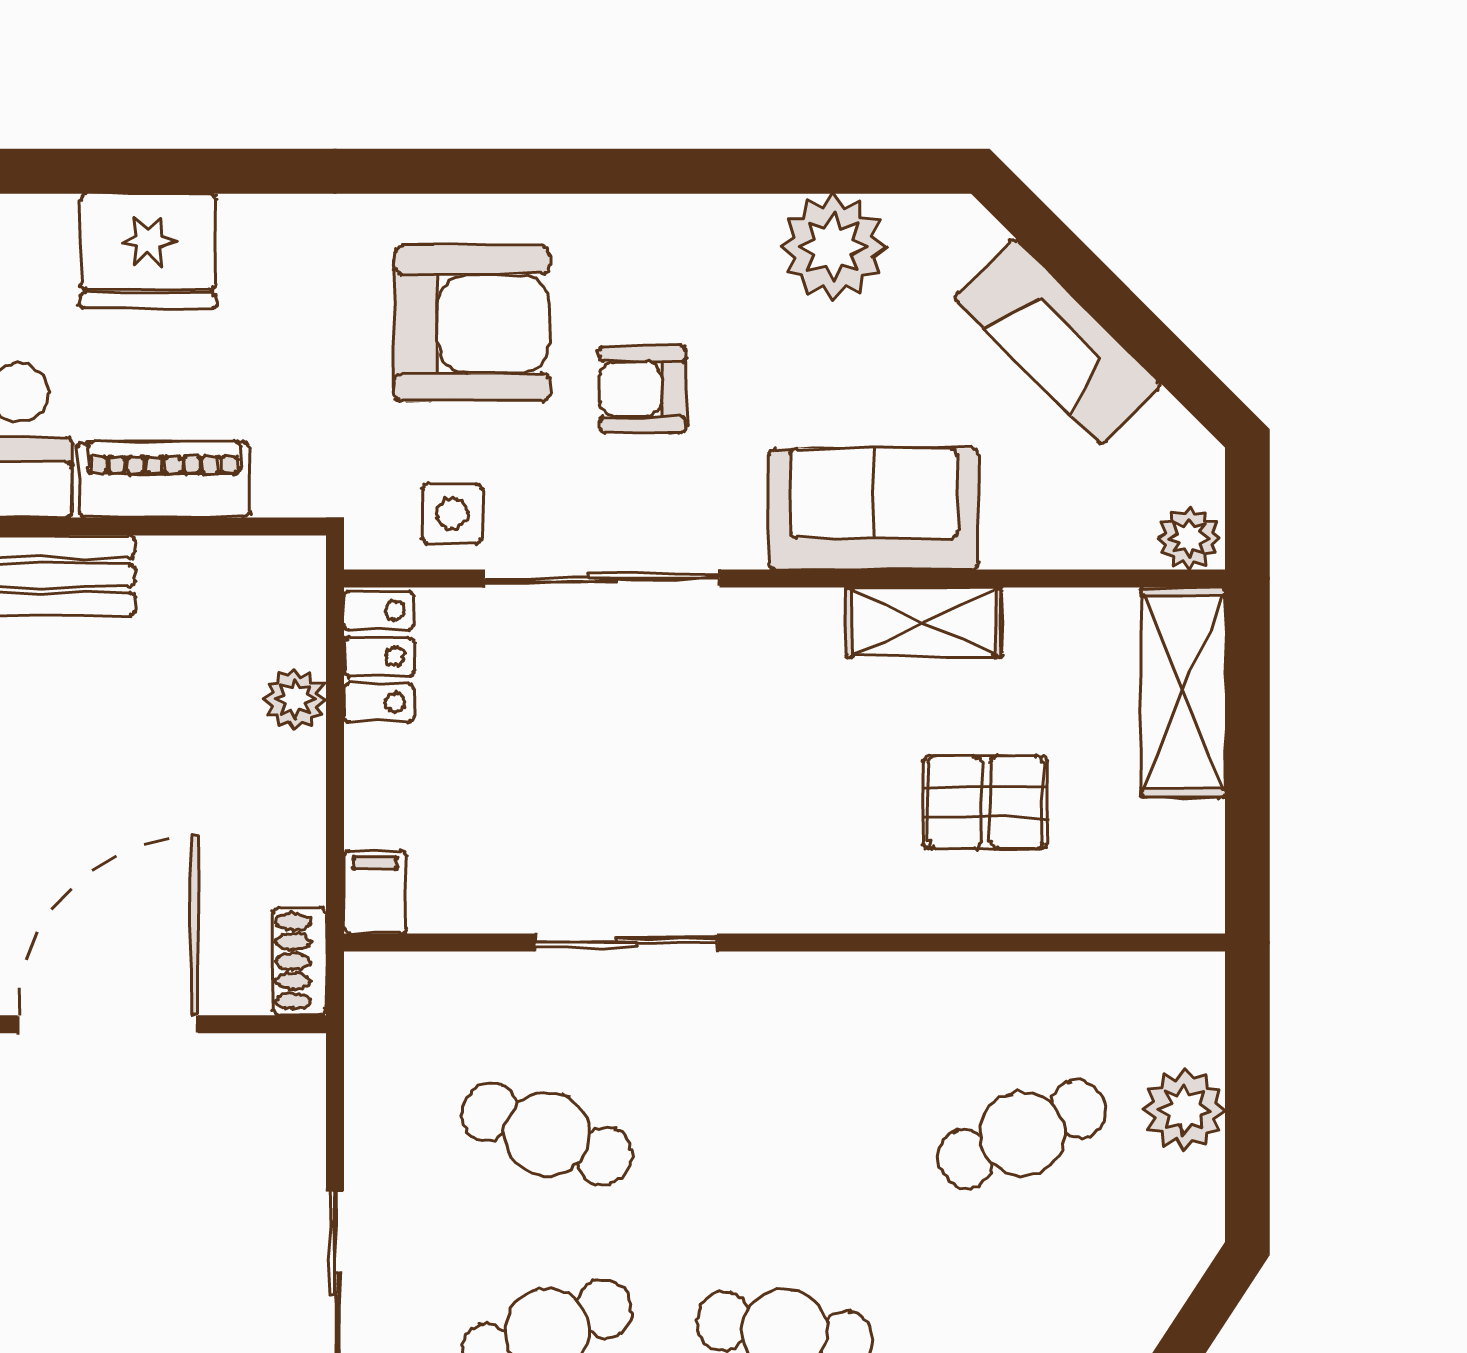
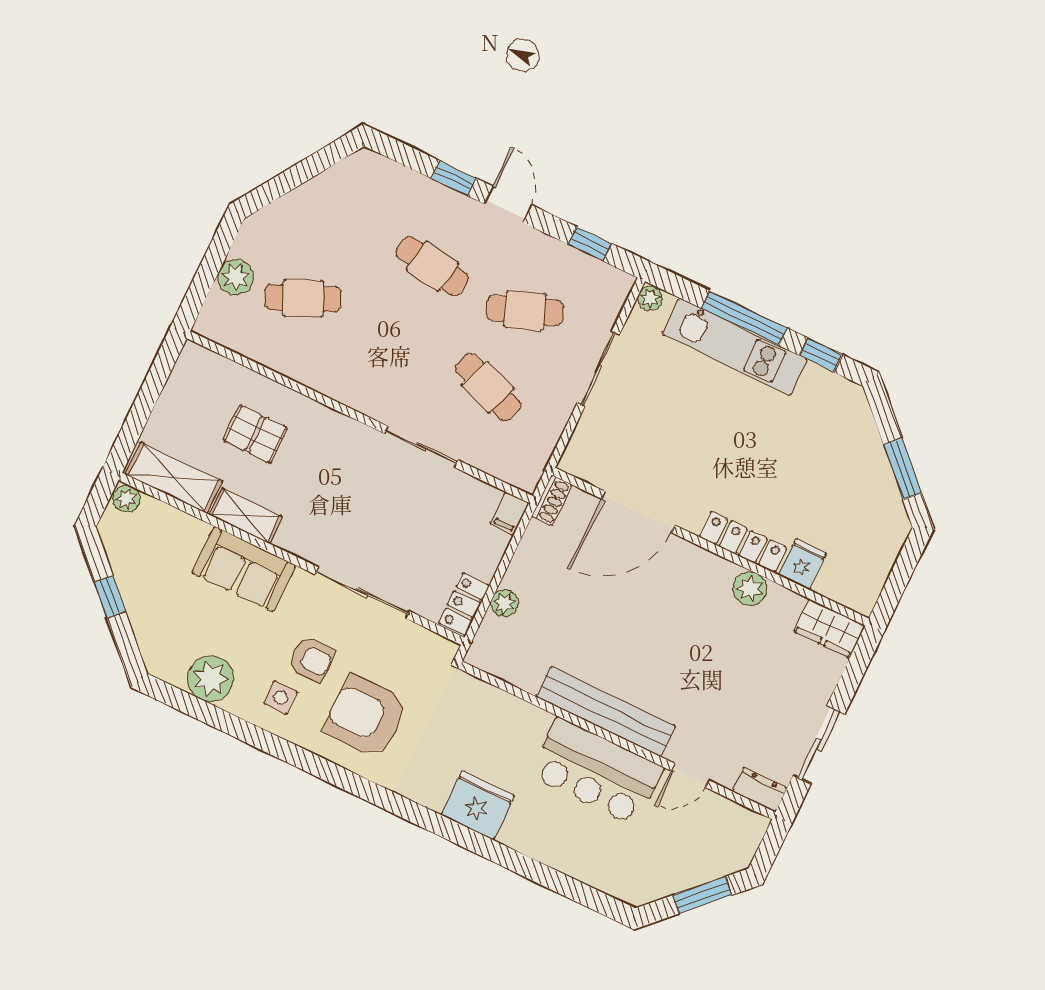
window: (1126, 317) -> (110, 597), added
fireplace: (1058, 341) -> (141, 600), removed
piano: (164, 479) -> (514, 713), removed
side table: (452, 514) -> (281, 698), moved
shelving: (1183, 692) -> (174, 478), moved, turned 90

